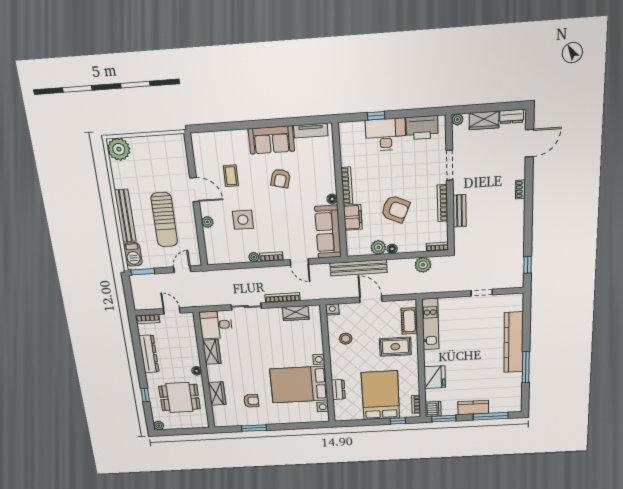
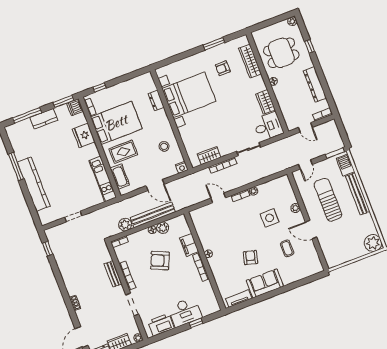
sofa: (328, 232) -> (204, 228), removed
bench: (359, 268) -> (153, 215), moved
wardrobe: (217, 394) -> (250, 61), width x1.50
bed: (380, 395) -> (116, 123), moved, turned -90

